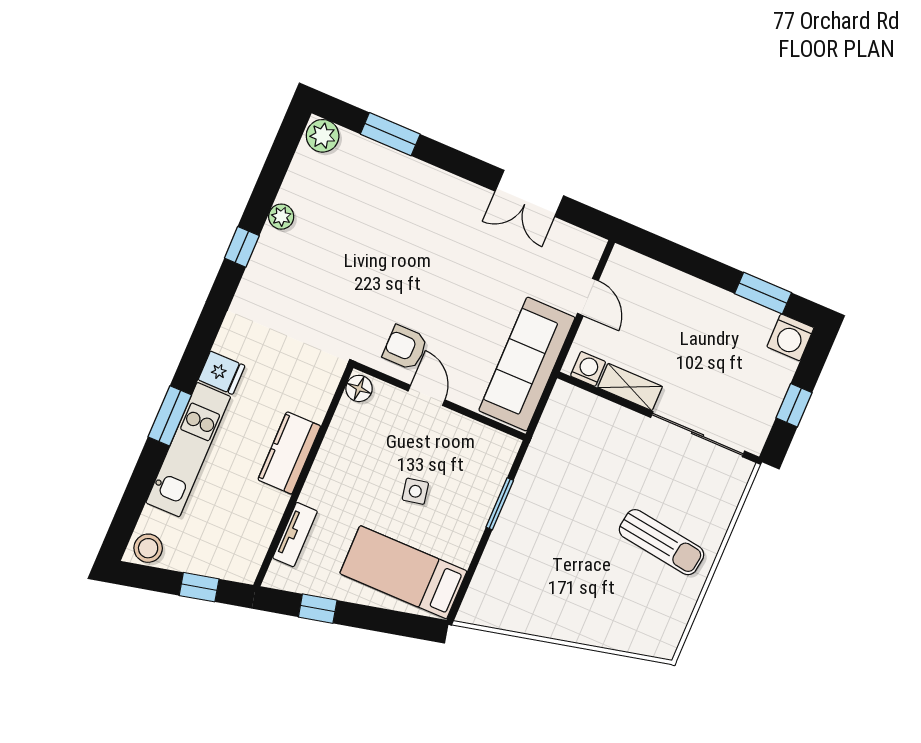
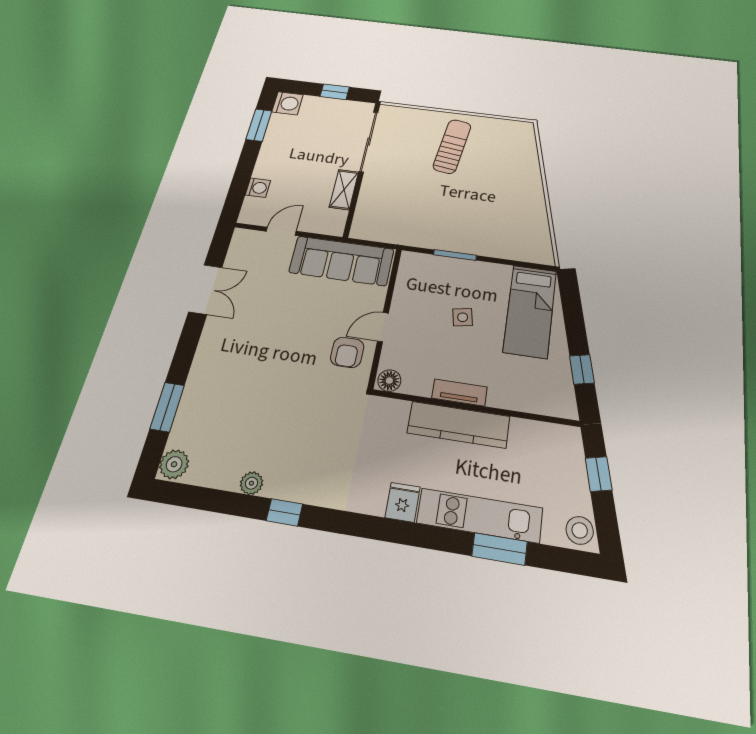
washing machine: (588, 369) -> (258, 188), moved, turned 180
window: (170, 416) -> (500, 549), moved
kitchen counter: (289, 453) -> (458, 425), width x1.50
tv unit: (295, 535) -> (459, 393), moved

